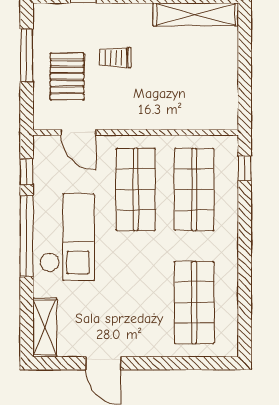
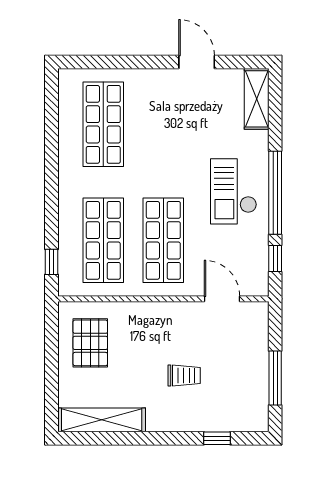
pallet: (67, 77) -> (90, 343), moved
checkout: (67, 237) -> (234, 191), width x0.73, depth x0.83

